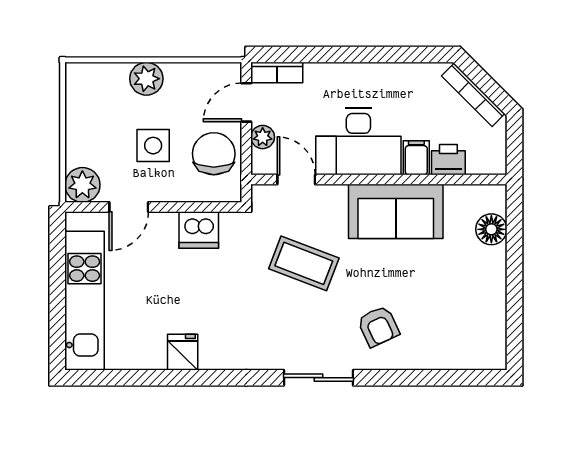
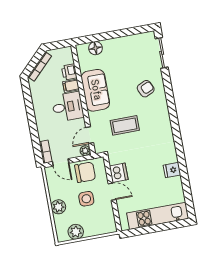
plant: (263, 137) -> (85, 151), moved
desk: (358, 142) -> (68, 107), width x0.73
chair: (214, 154) -> (85, 172), turned 180
plant: (82, 185) -> (76, 232), moved
door: (129, 207) -> (112, 192), moved
coffee table: (304, 263) -> (125, 125), turned 69
sliding door: (319, 378) -> (162, 53), moved

